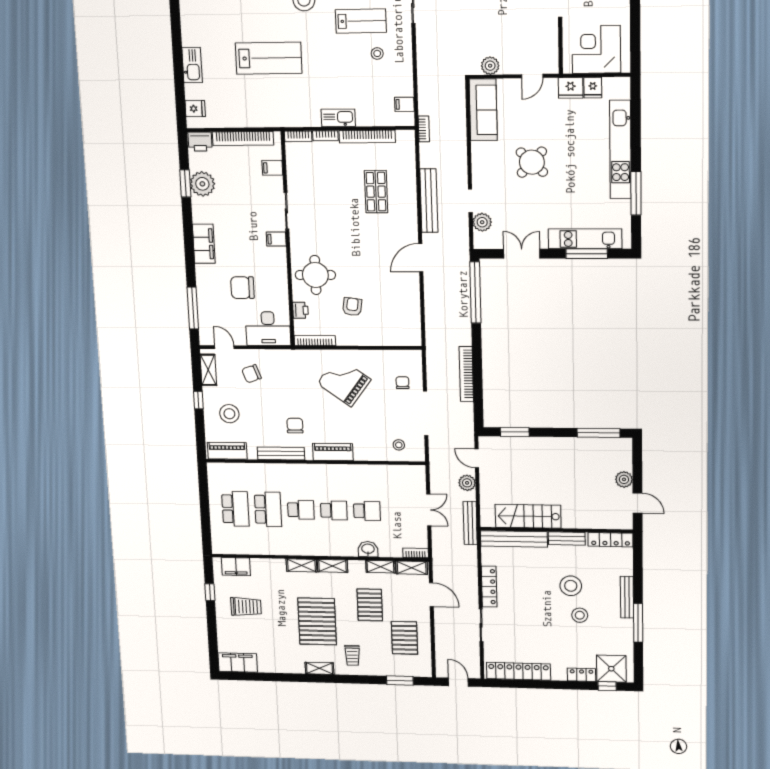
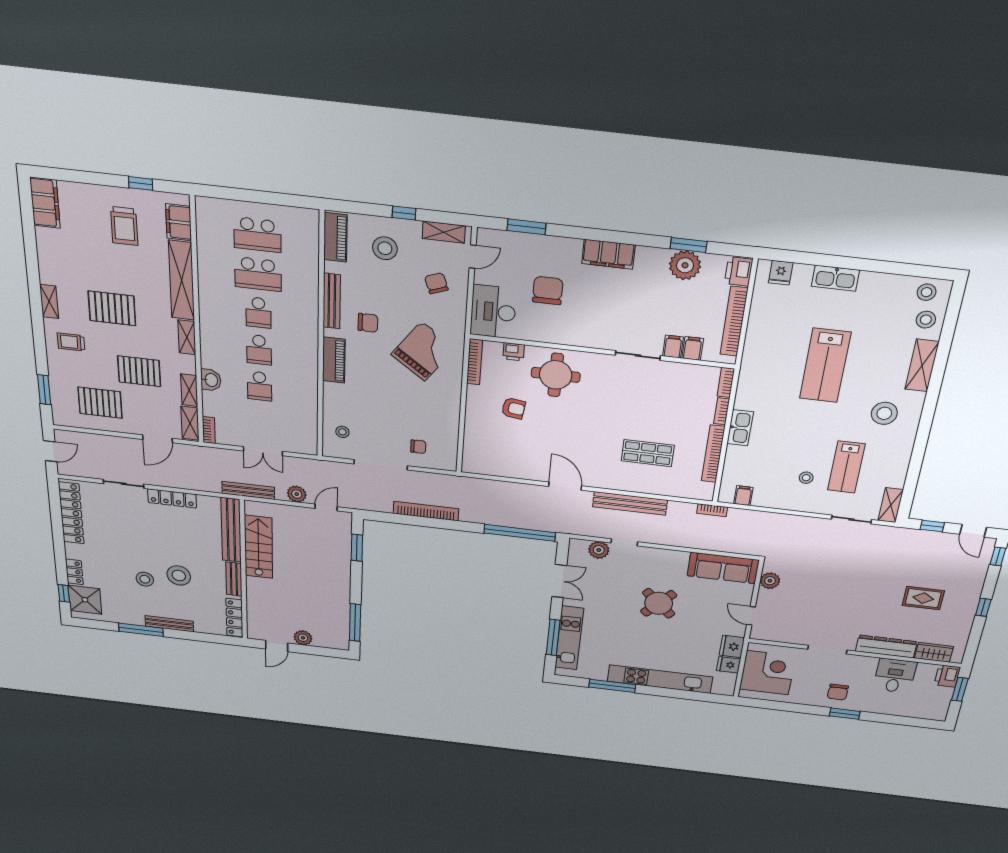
filing cabinet: (276, 239) -> (673, 347), moved
window: (193, 308) -> (526, 227), width x0.69
grand piano: (344, 381) -> (423, 351), moved
shelving: (302, 565) -> (182, 280), width x2.20, depth x1.33
pallet: (317, 621) -> (112, 308), width x0.73, depth x0.71

